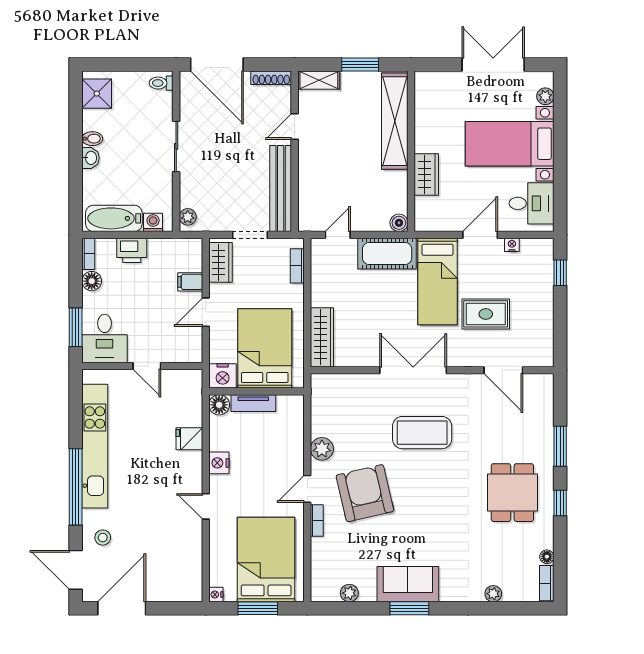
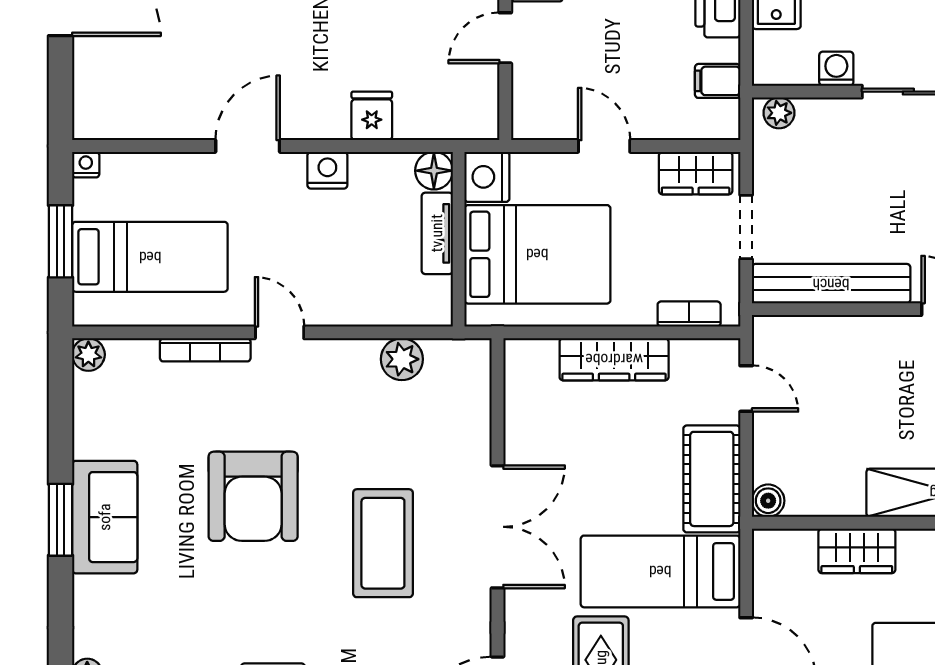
washing machine: (153, 222) -> (836, 69), moved, turned -90
filing cabinet: (190, 282) -> (718, 81), moved, turned -90
wardrobe: (322, 337) -> (614, 359), moved
plant: (322, 449) -> (402, 359), moved
armchair: (365, 493) -> (253, 496), moved, turned 103
door: (206, 506) -> (248, 146), width x1.38
bookcase: (317, 521) -> (205, 350), width x1.56
bed: (266, 560) -> (150, 257), width x0.67
plant: (349, 593) -> (88, 355), moved

